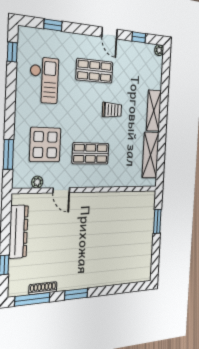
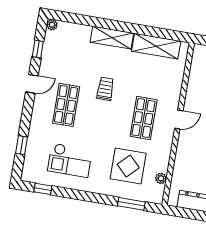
checkout: (44, 80) -> (70, 160), turned 180
door: (61, 190) -> (179, 120), moved

